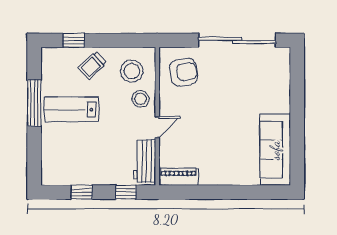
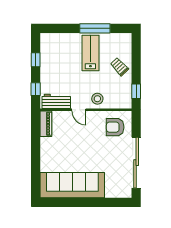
window: (74, 40) -> (136, 91), moved
stool: (132, 71) -> (116, 93), removed
armchair: (183, 72) -> (115, 127), turned 98
sofa: (275, 150) -> (72, 185), width x1.36, depth x1.27

